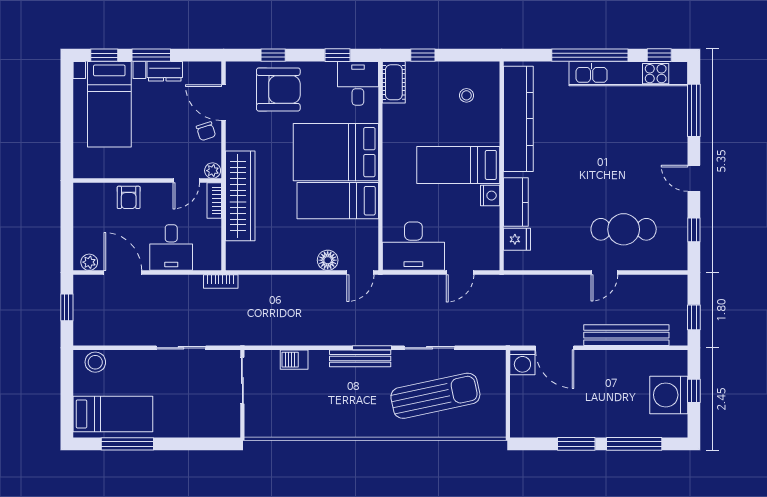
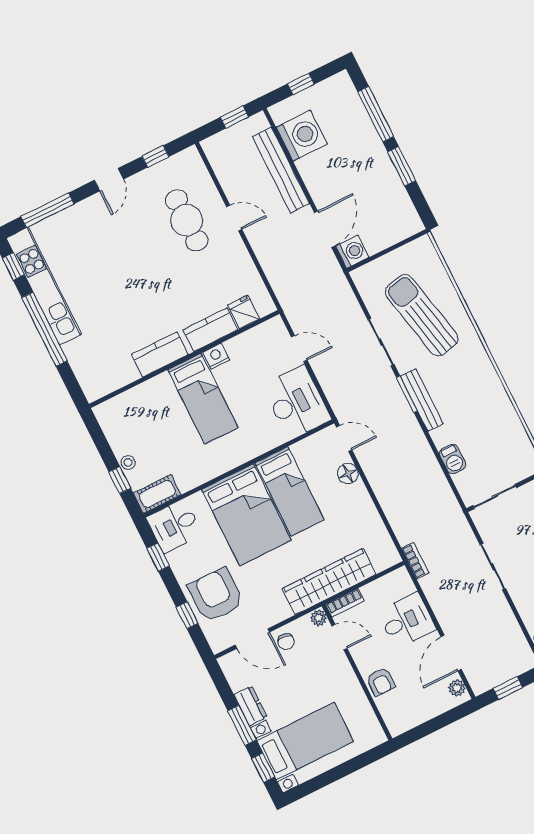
stool: (466, 95) -> (128, 463), moved
door: (224, 103) -> (252, 639), hinge flipped
kitchen counter: (518, 119) -> (160, 355), width x0.48, depth x0.86
chair: (206, 131) -> (286, 642), turned 118
armchair: (129, 197) -> (381, 682), turned 90
washing machine: (669, 395) -> (302, 136), moved, turned -90

